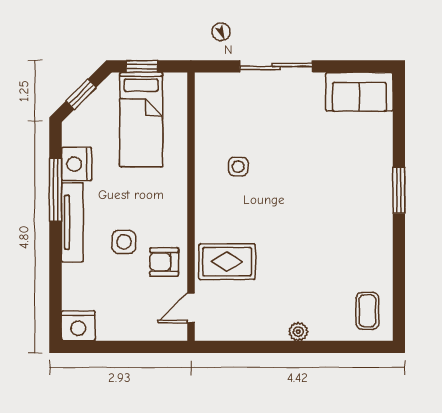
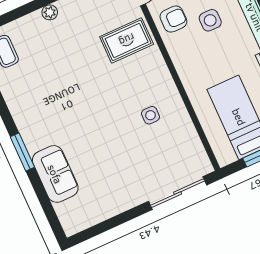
sliding door: (276, 66) -> (178, 193), moved
sofa: (359, 92) -> (55, 174), moved, turned 90

